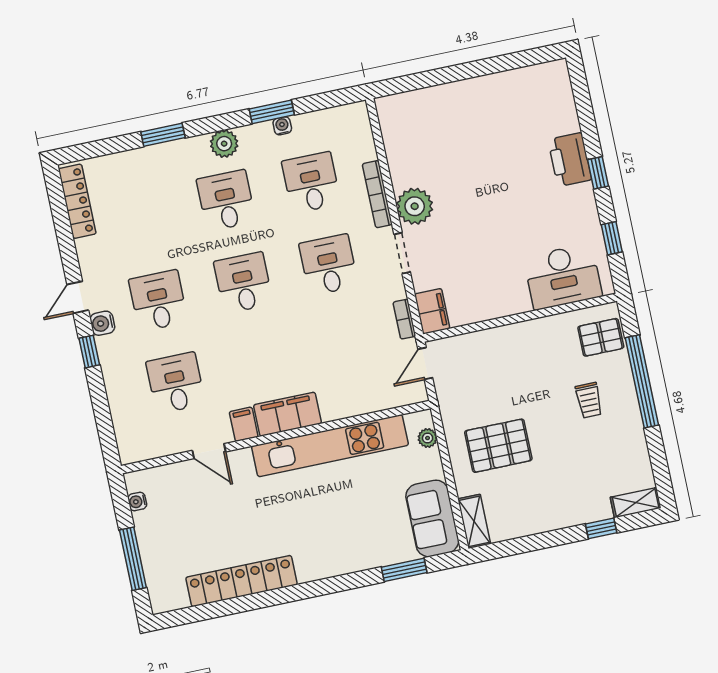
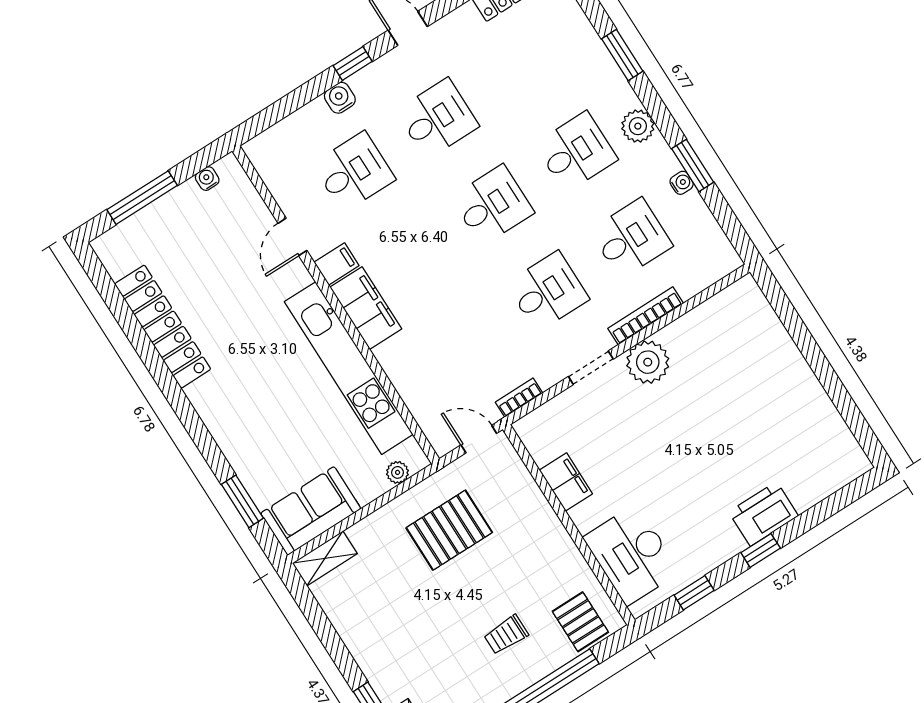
filing cabinet: (432, 311) -> (566, 482), moved, turned -90
water cooler: (102, 323) -> (340, 98), moved
pallet: (498, 446) -> (449, 530), moved, turned 90

